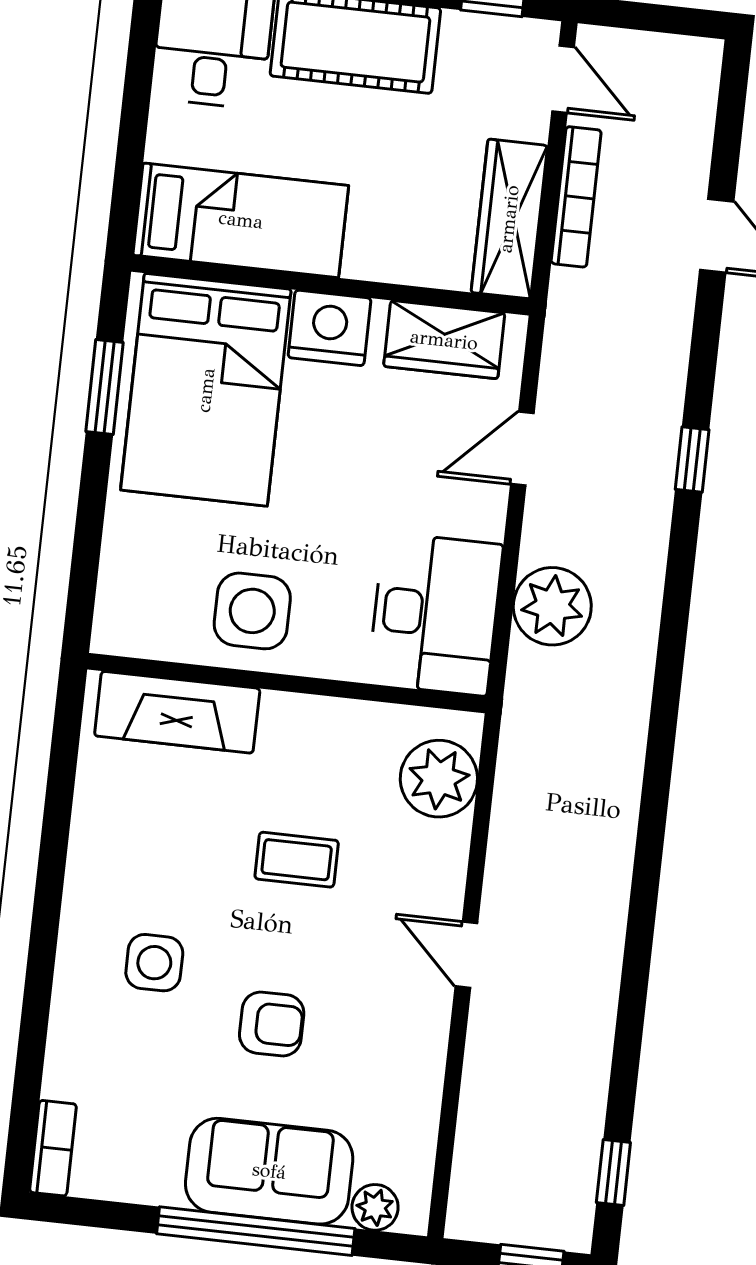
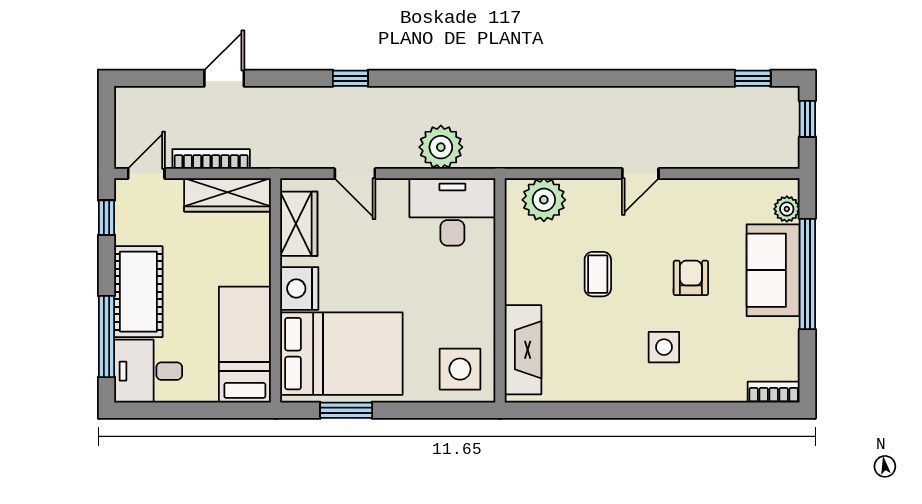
side table: (252, 611) -> (460, 369), moved

